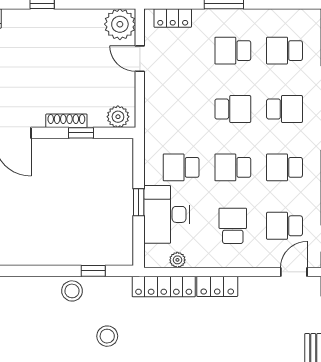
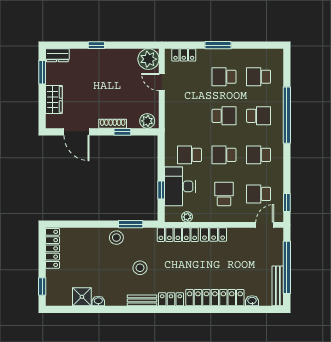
window: (139, 202) -> (161, 190), moved
window: (93, 271) -> (131, 224), width x1.50

